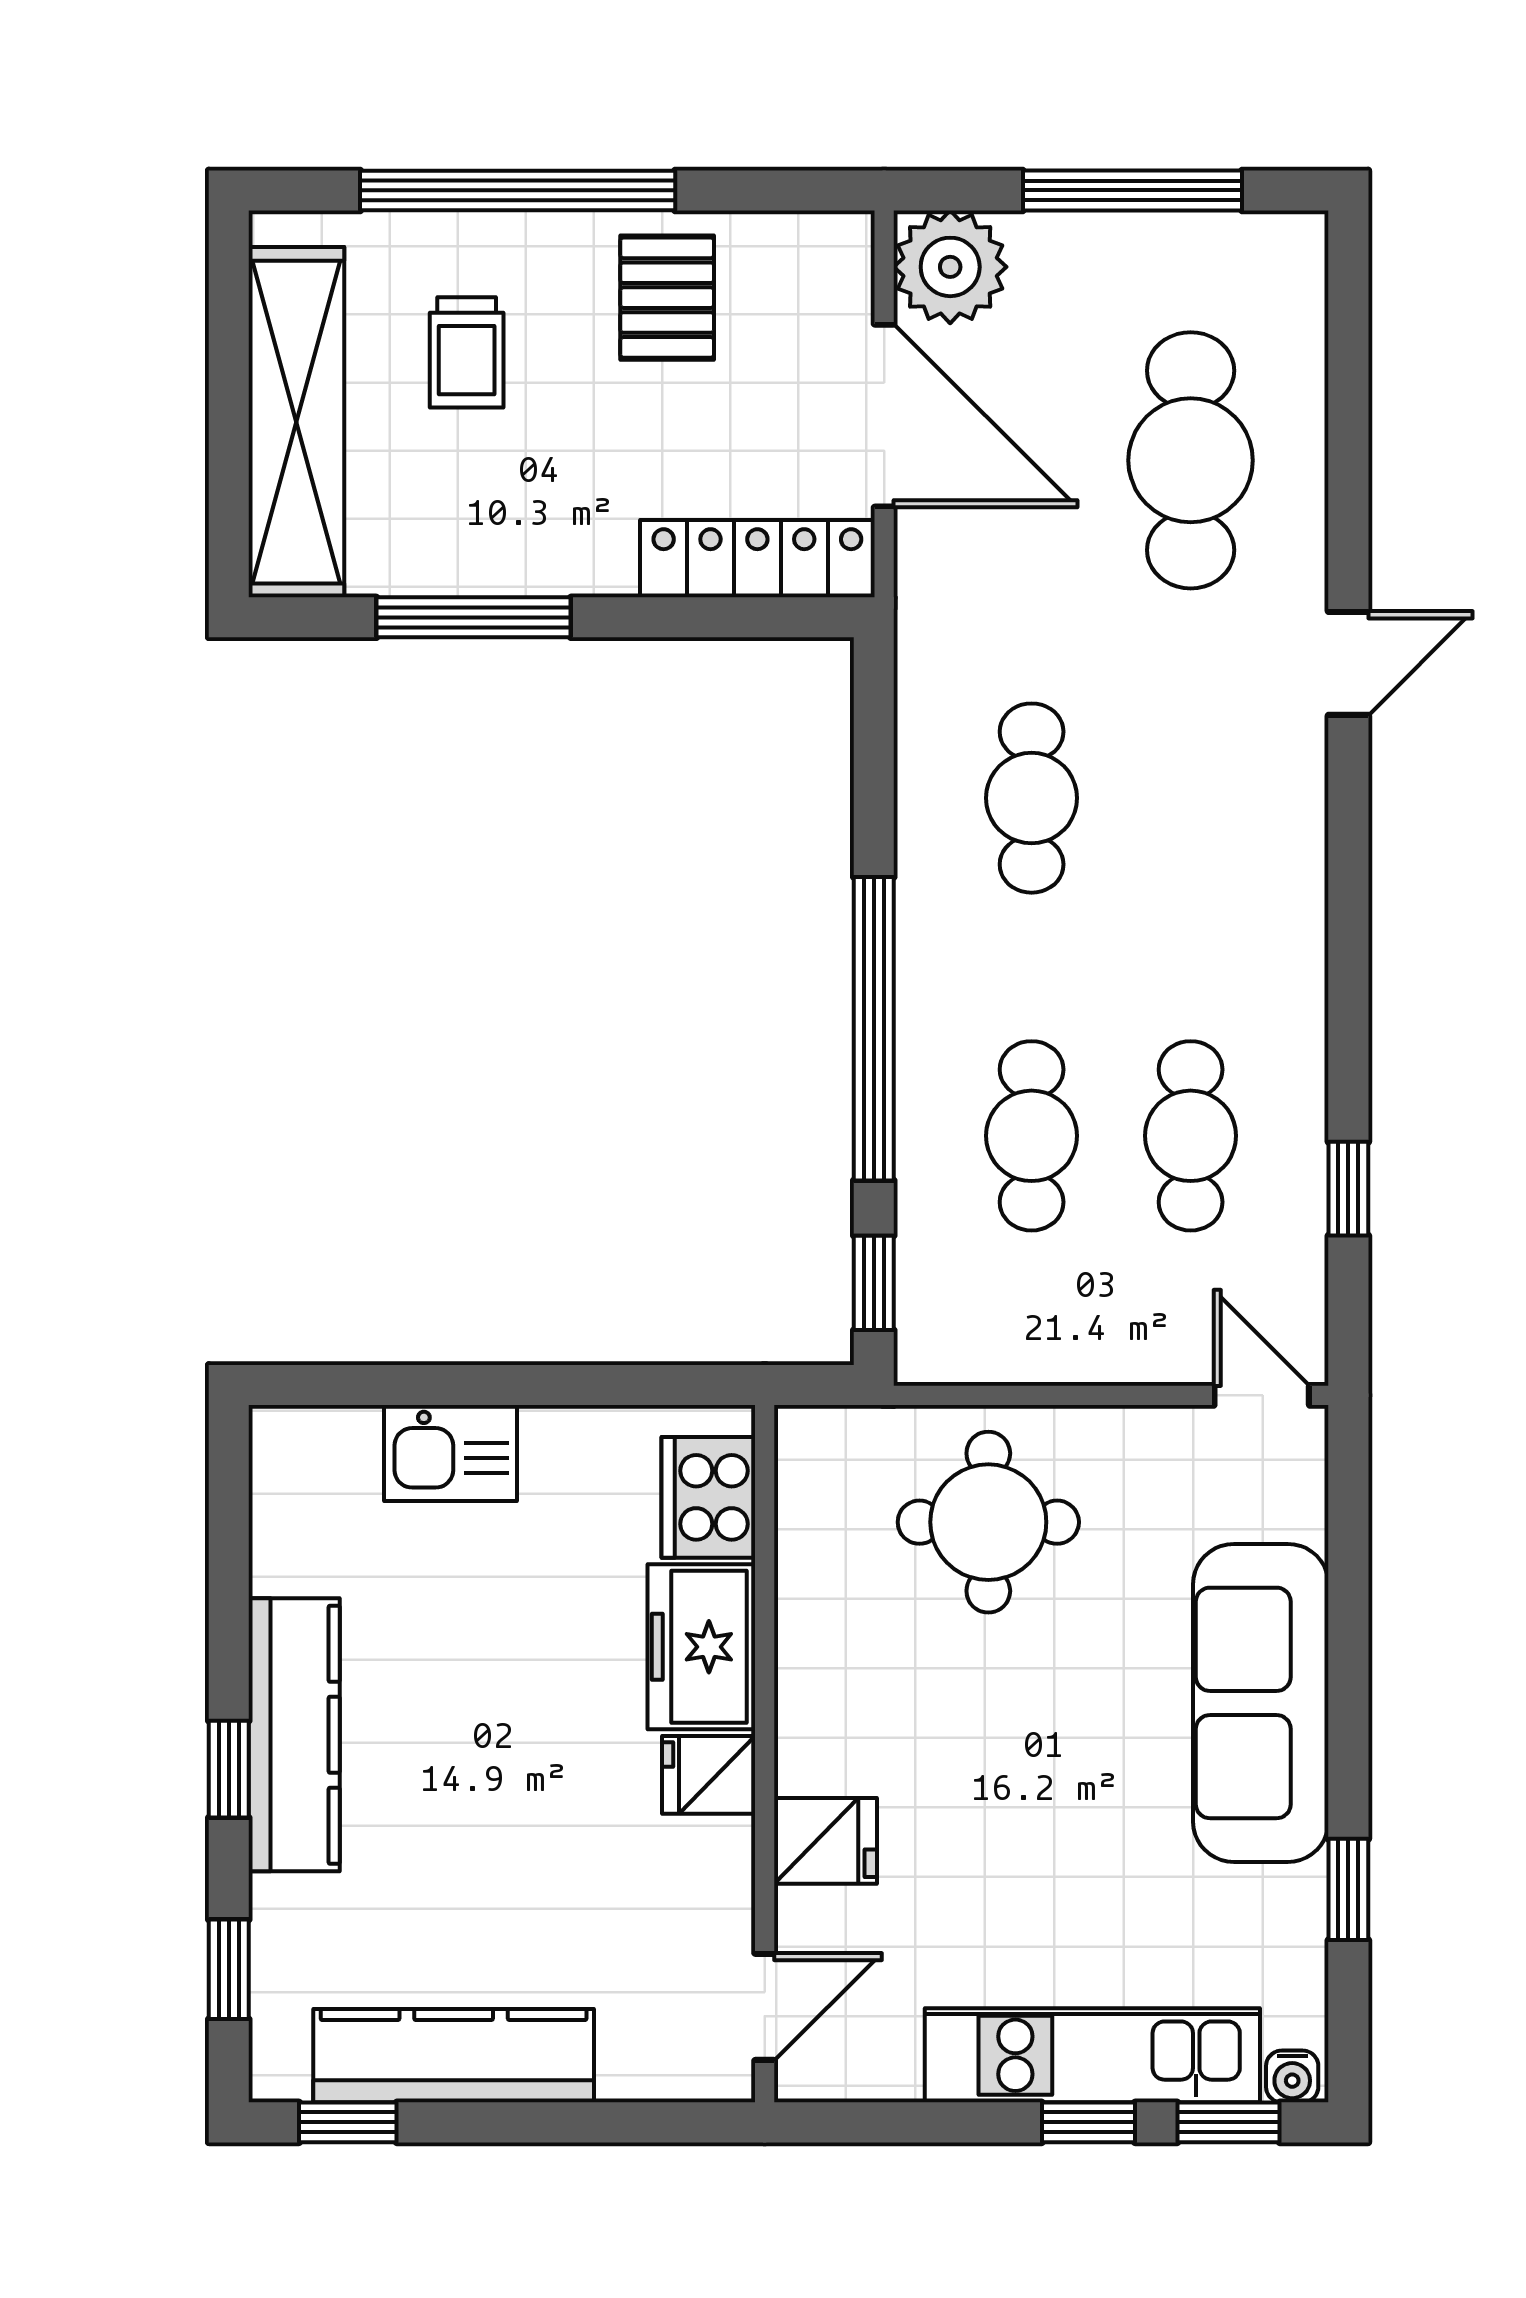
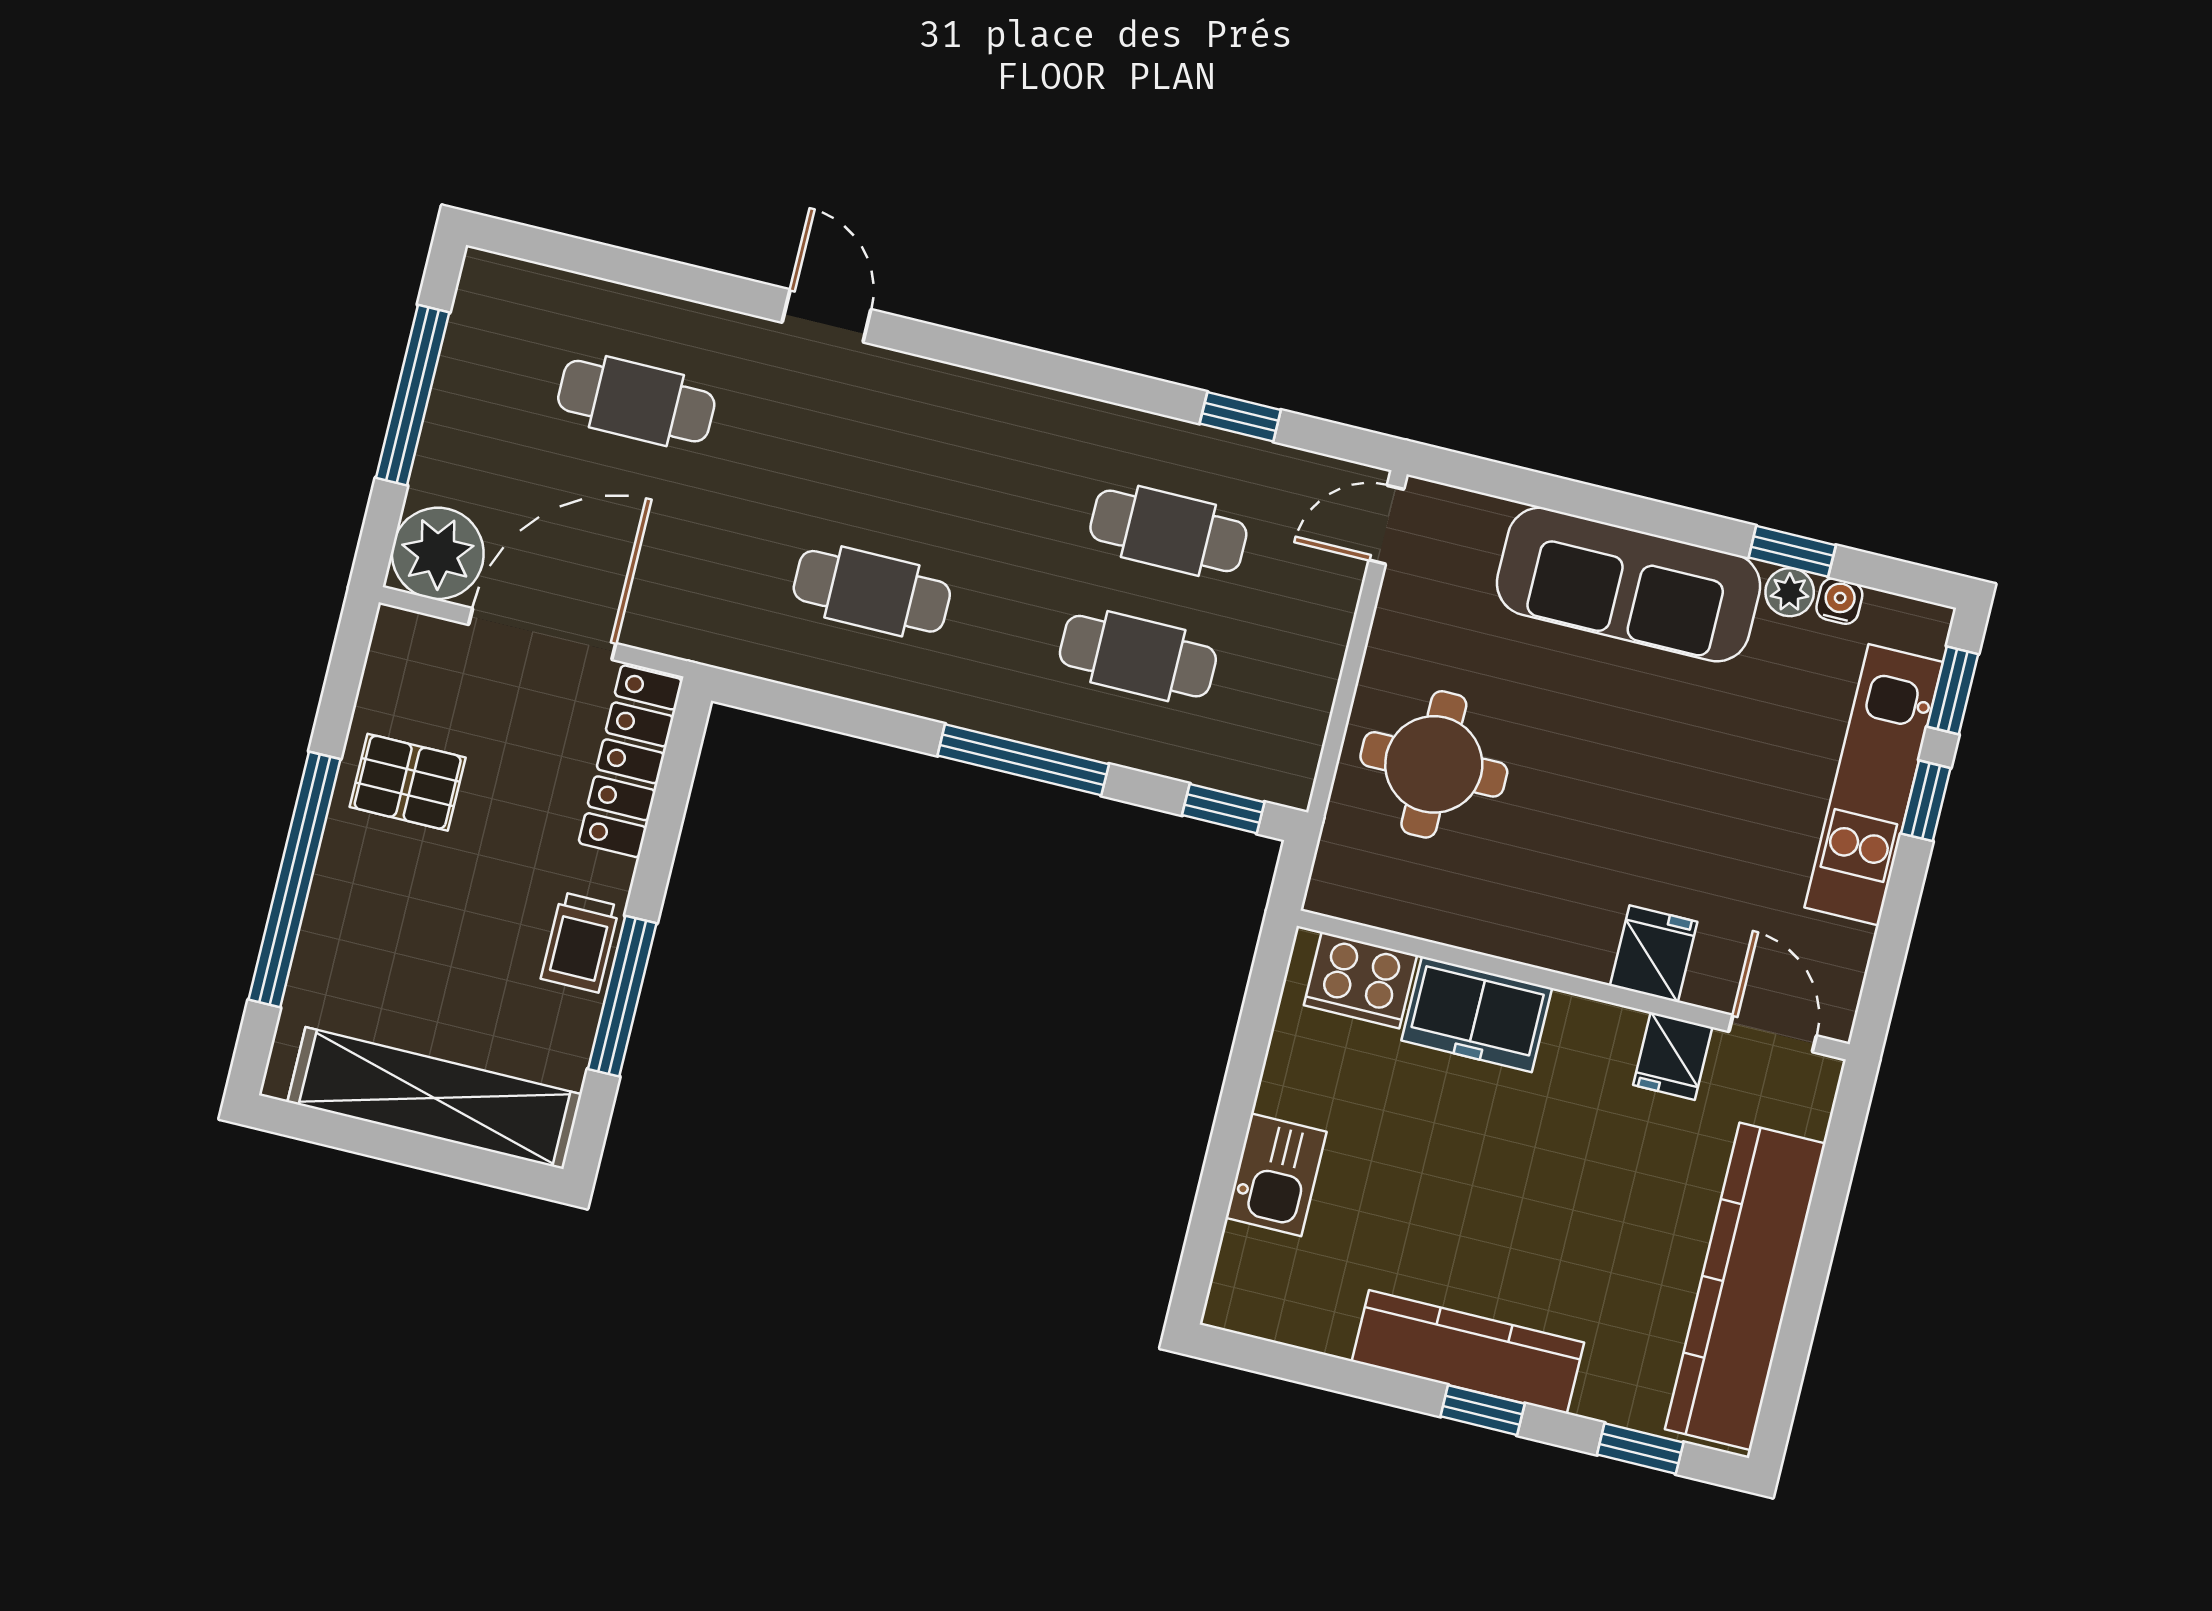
trolley: (467, 352) -> (580, 942), moved, turned 90
cafe table: (1191, 460) -> (636, 401), width x0.73, depth x0.74
window: (874, 1029) -> (1023, 760), width x0.68
fridge: (709, 1775) -> (1673, 1056), moved
plant: (1299, 1898) -> (1790, 592), added
kitchen counter: (454, 2056) -> (1745, 1286), width x1.39, depth x1.17
water cooler: (1292, 2076) -> (1839, 601), moved, turned -90
window: (348, 2122) -> (1784, 1384), removed

